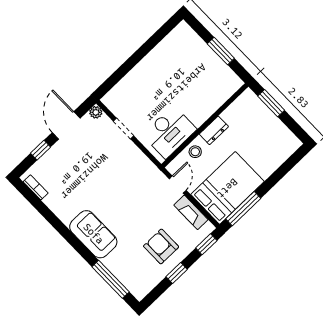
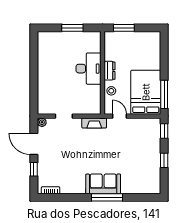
desk: (169, 132) -> (88, 69), moved
fireplace: (191, 212) -> (94, 123), moved
armchair: (161, 246) -> (143, 155), removed
window: (111, 279) -> (107, 197), moved

